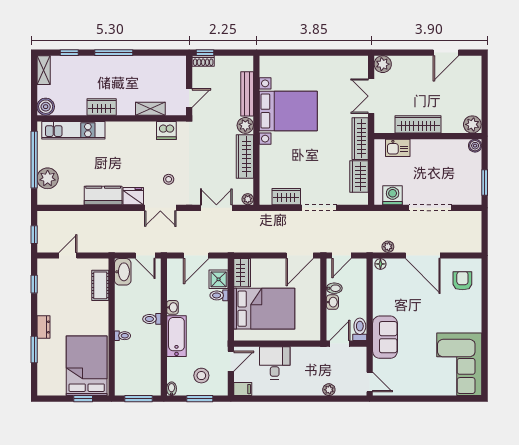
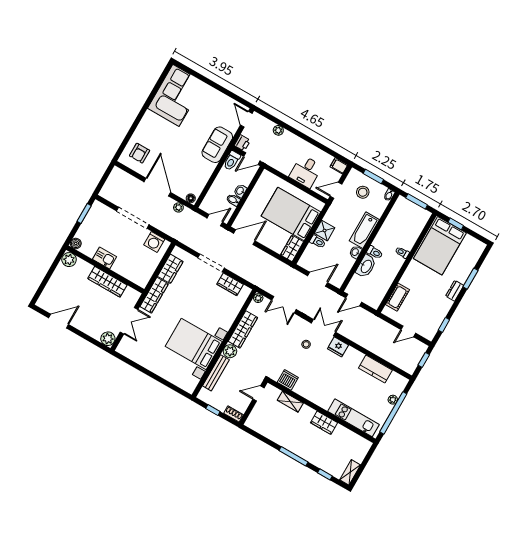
window: (205, 53) -> (213, 410), moved
boiler: (46, 107) -> (364, 446), removed
kitchen sink: (398, 148) -> (105, 258), moved
plant: (48, 178) -> (393, 400), width x0.53, depth x0.53
kitchen counter: (103, 195) -> (375, 369), moved
door: (145, 256) -> (354, 300), swing flipped
washbasin: (123, 272) -> (366, 266), moved, turned 180
shower: (219, 279) -> (325, 231), moved
printer: (359, 354) -> (242, 143), added

